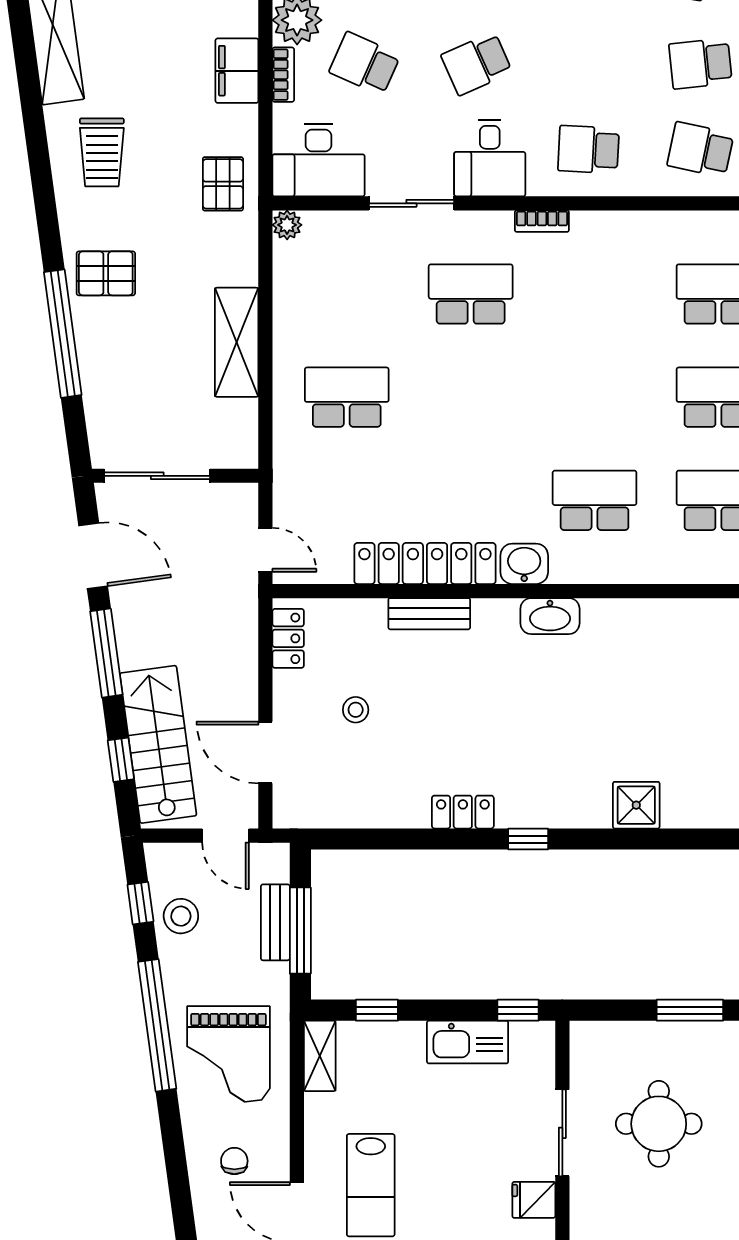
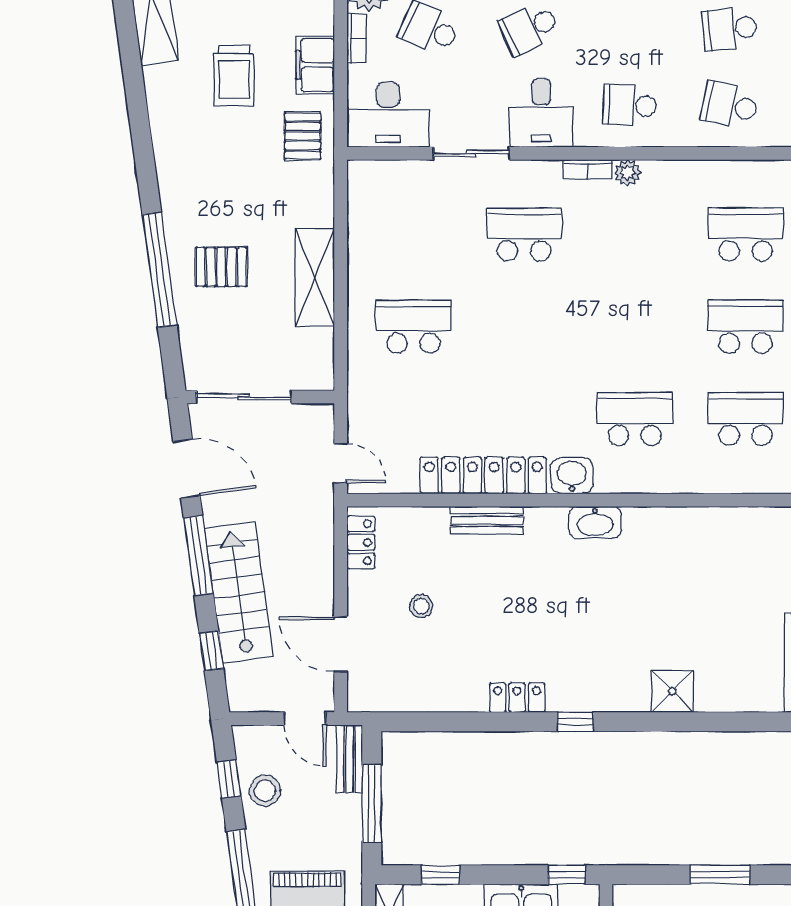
filing cabinet: (237, 71) -> (315, 65), moved
trolley: (102, 152) -> (234, 75), moved
plant: (287, 225) -> (628, 173), moved
pallet: (106, 273) -> (221, 267), moved
stairs: (158, 744) -> (239, 592), moved
bench: (275, 922) -> (350, 759), moved

